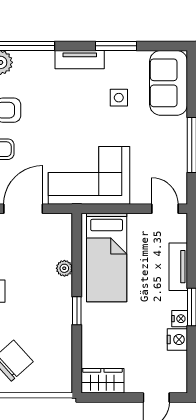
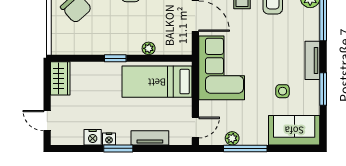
plant: (179, 162) -> (232, 138), added

